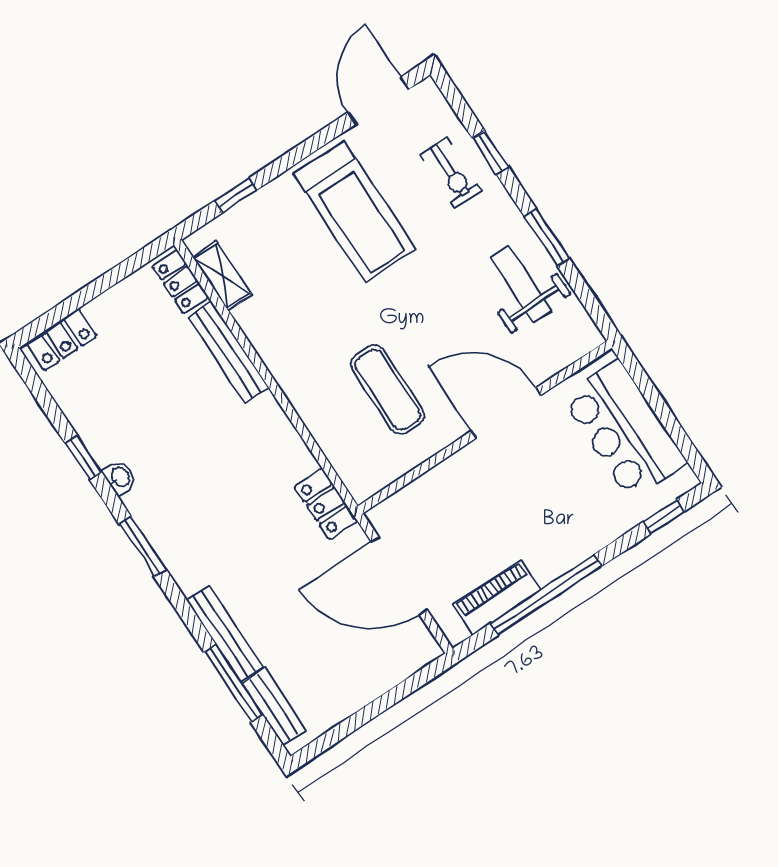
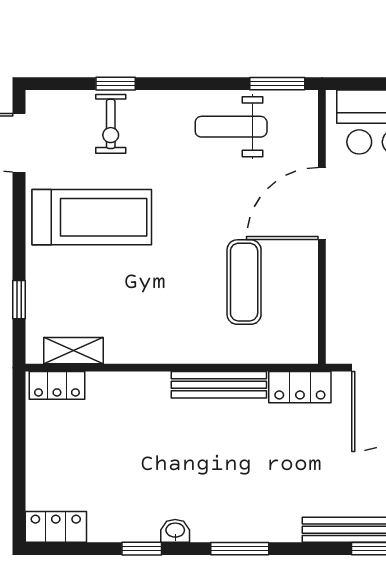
exercise bike: (451, 173) -> (111, 124), turned 90
window: (547, 237) -> (277, 84), moved
locker: (61, 340) -> (56, 527), moved, turned -90
bench: (228, 352) -> (219, 385), moved
exercise mat: (388, 390) -> (244, 282), turned 90

